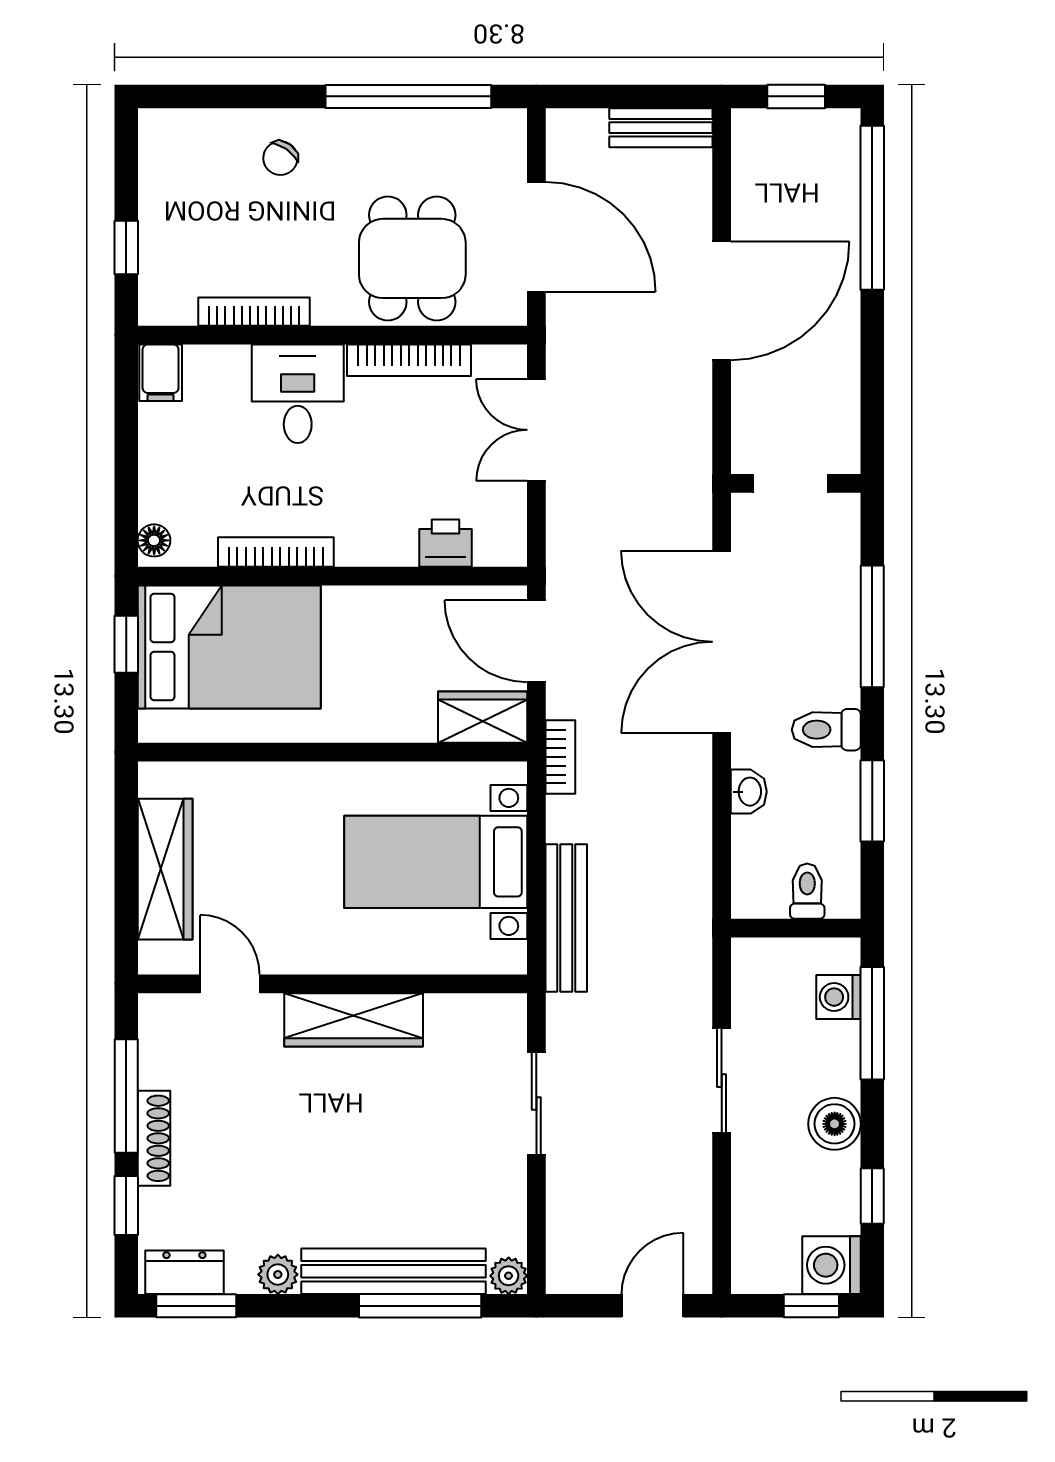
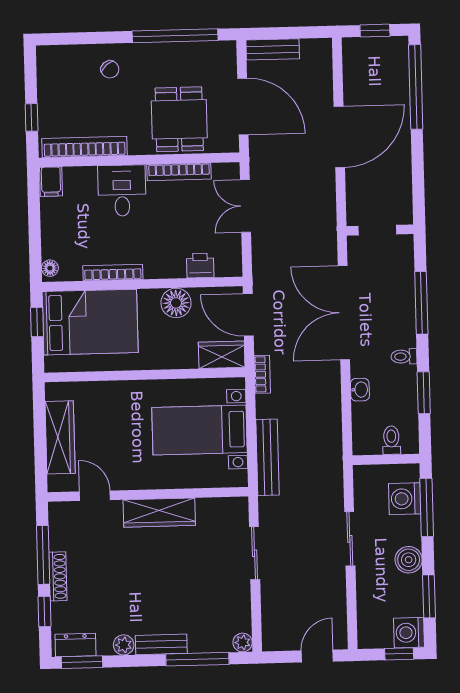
bench: (661, 128) -> (273, 49), moved
chair: (280, 158) -> (110, 69), turned -76
bookcase: (254, 312) -> (85, 147), width x1.48, depth x1.31
floor lamp: (397, 614) -> (176, 303), added
toilet: (826, 730) -> (404, 356), width x0.73, depth x0.72
washing machine: (839, 997) -> (405, 499), width x1.38, depth x1.38
window: (872, 1196) -> (429, 596), width x1.50
bench: (394, 1271) -> (161, 644), width x0.54, depth x0.82

